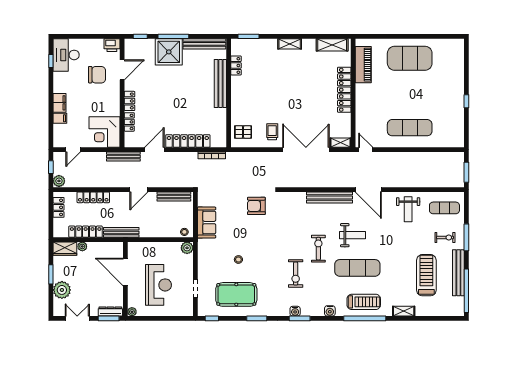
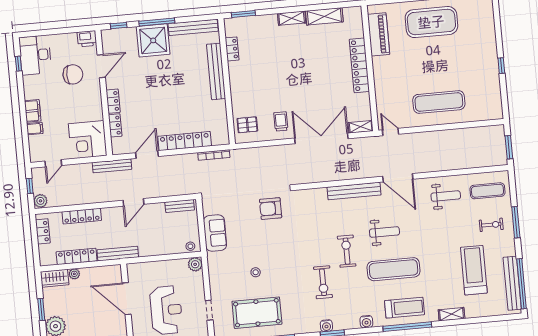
shelving: (332, 45) -> (324, 16), moved
bench: (174, 197) -> (180, 206), width x0.73
weight bench: (408, 209) -> (446, 196), turned -90
bench: (458, 273) -> (512, 283), moved

